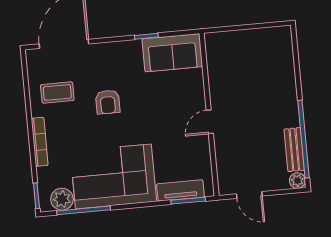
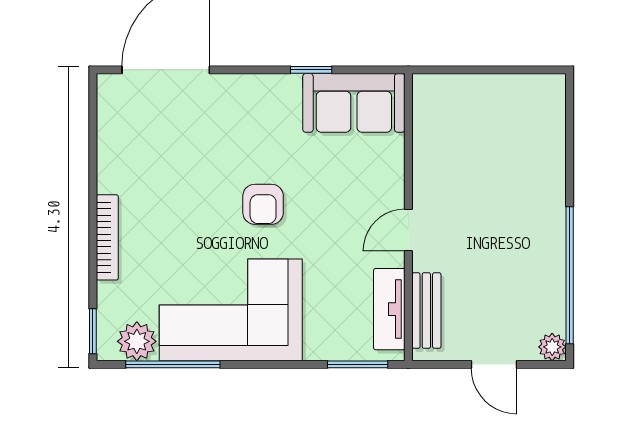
coffee table: (57, 93) -> (146, 154), removed
armchair: (108, 102) -> (263, 204), moved
bench: (294, 150) -> (426, 311), moved
tv unit: (180, 190) -> (389, 309), moved, turned -90
door: (249, 195) -> (494, 364), moved

